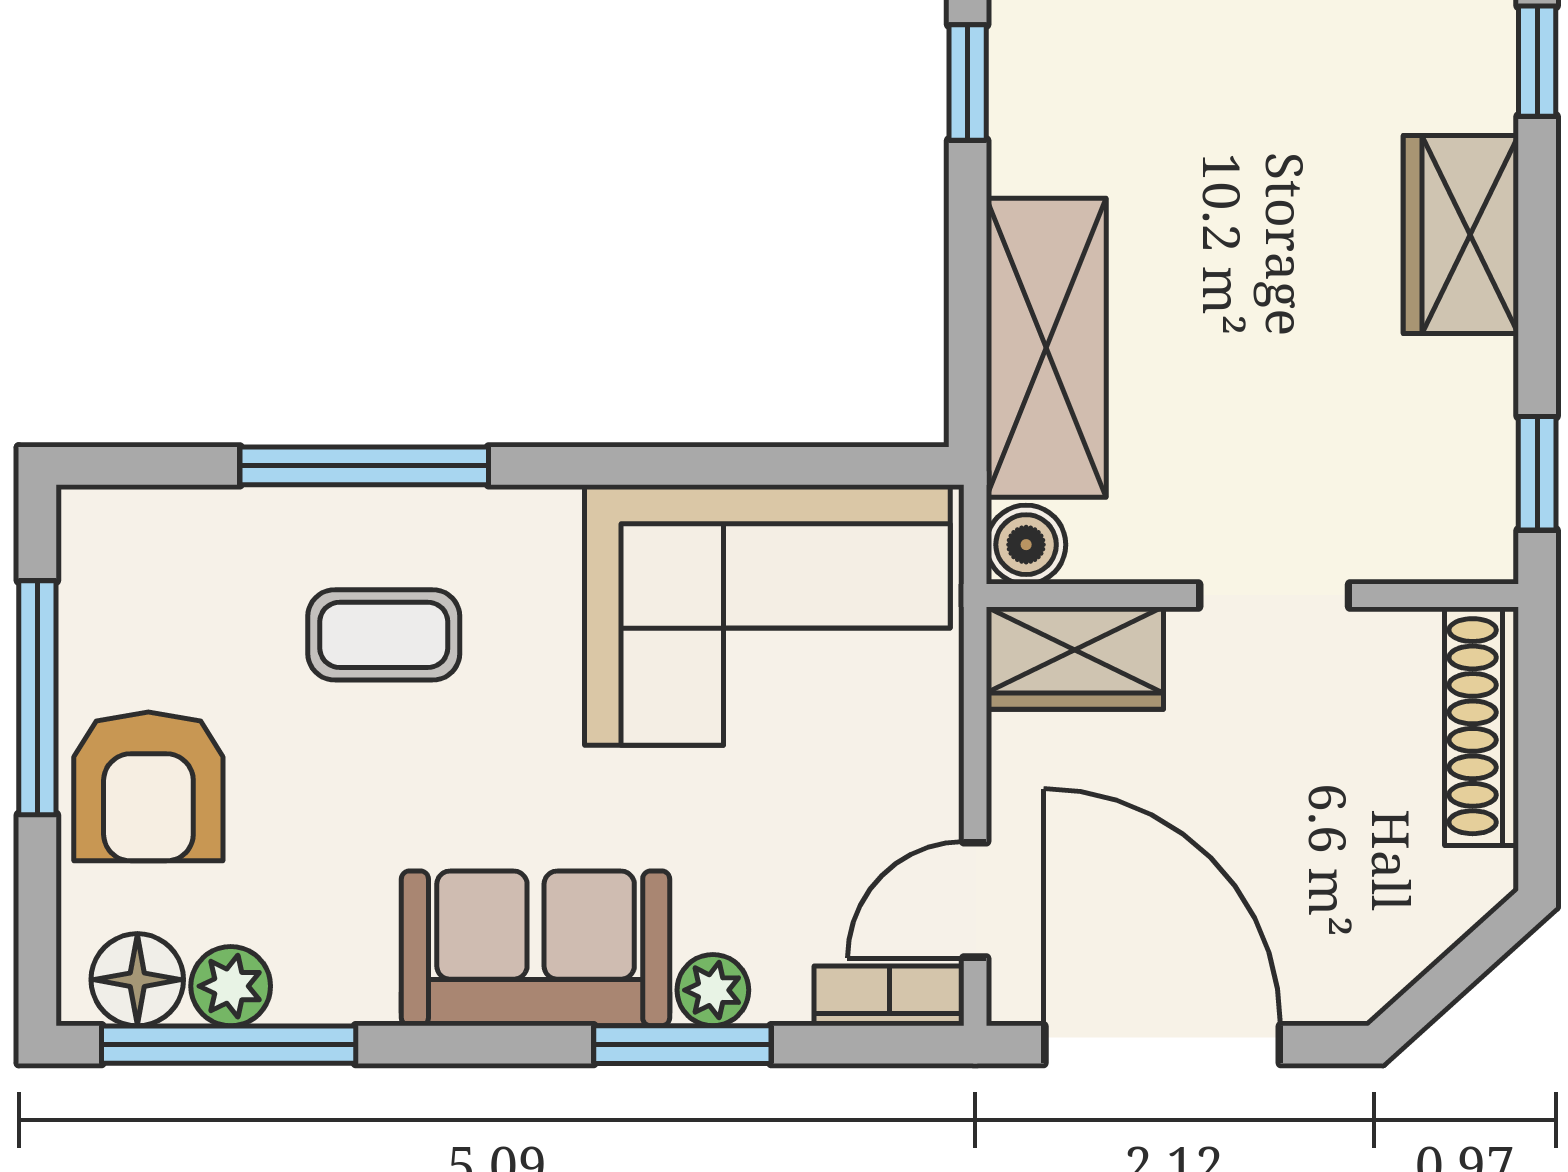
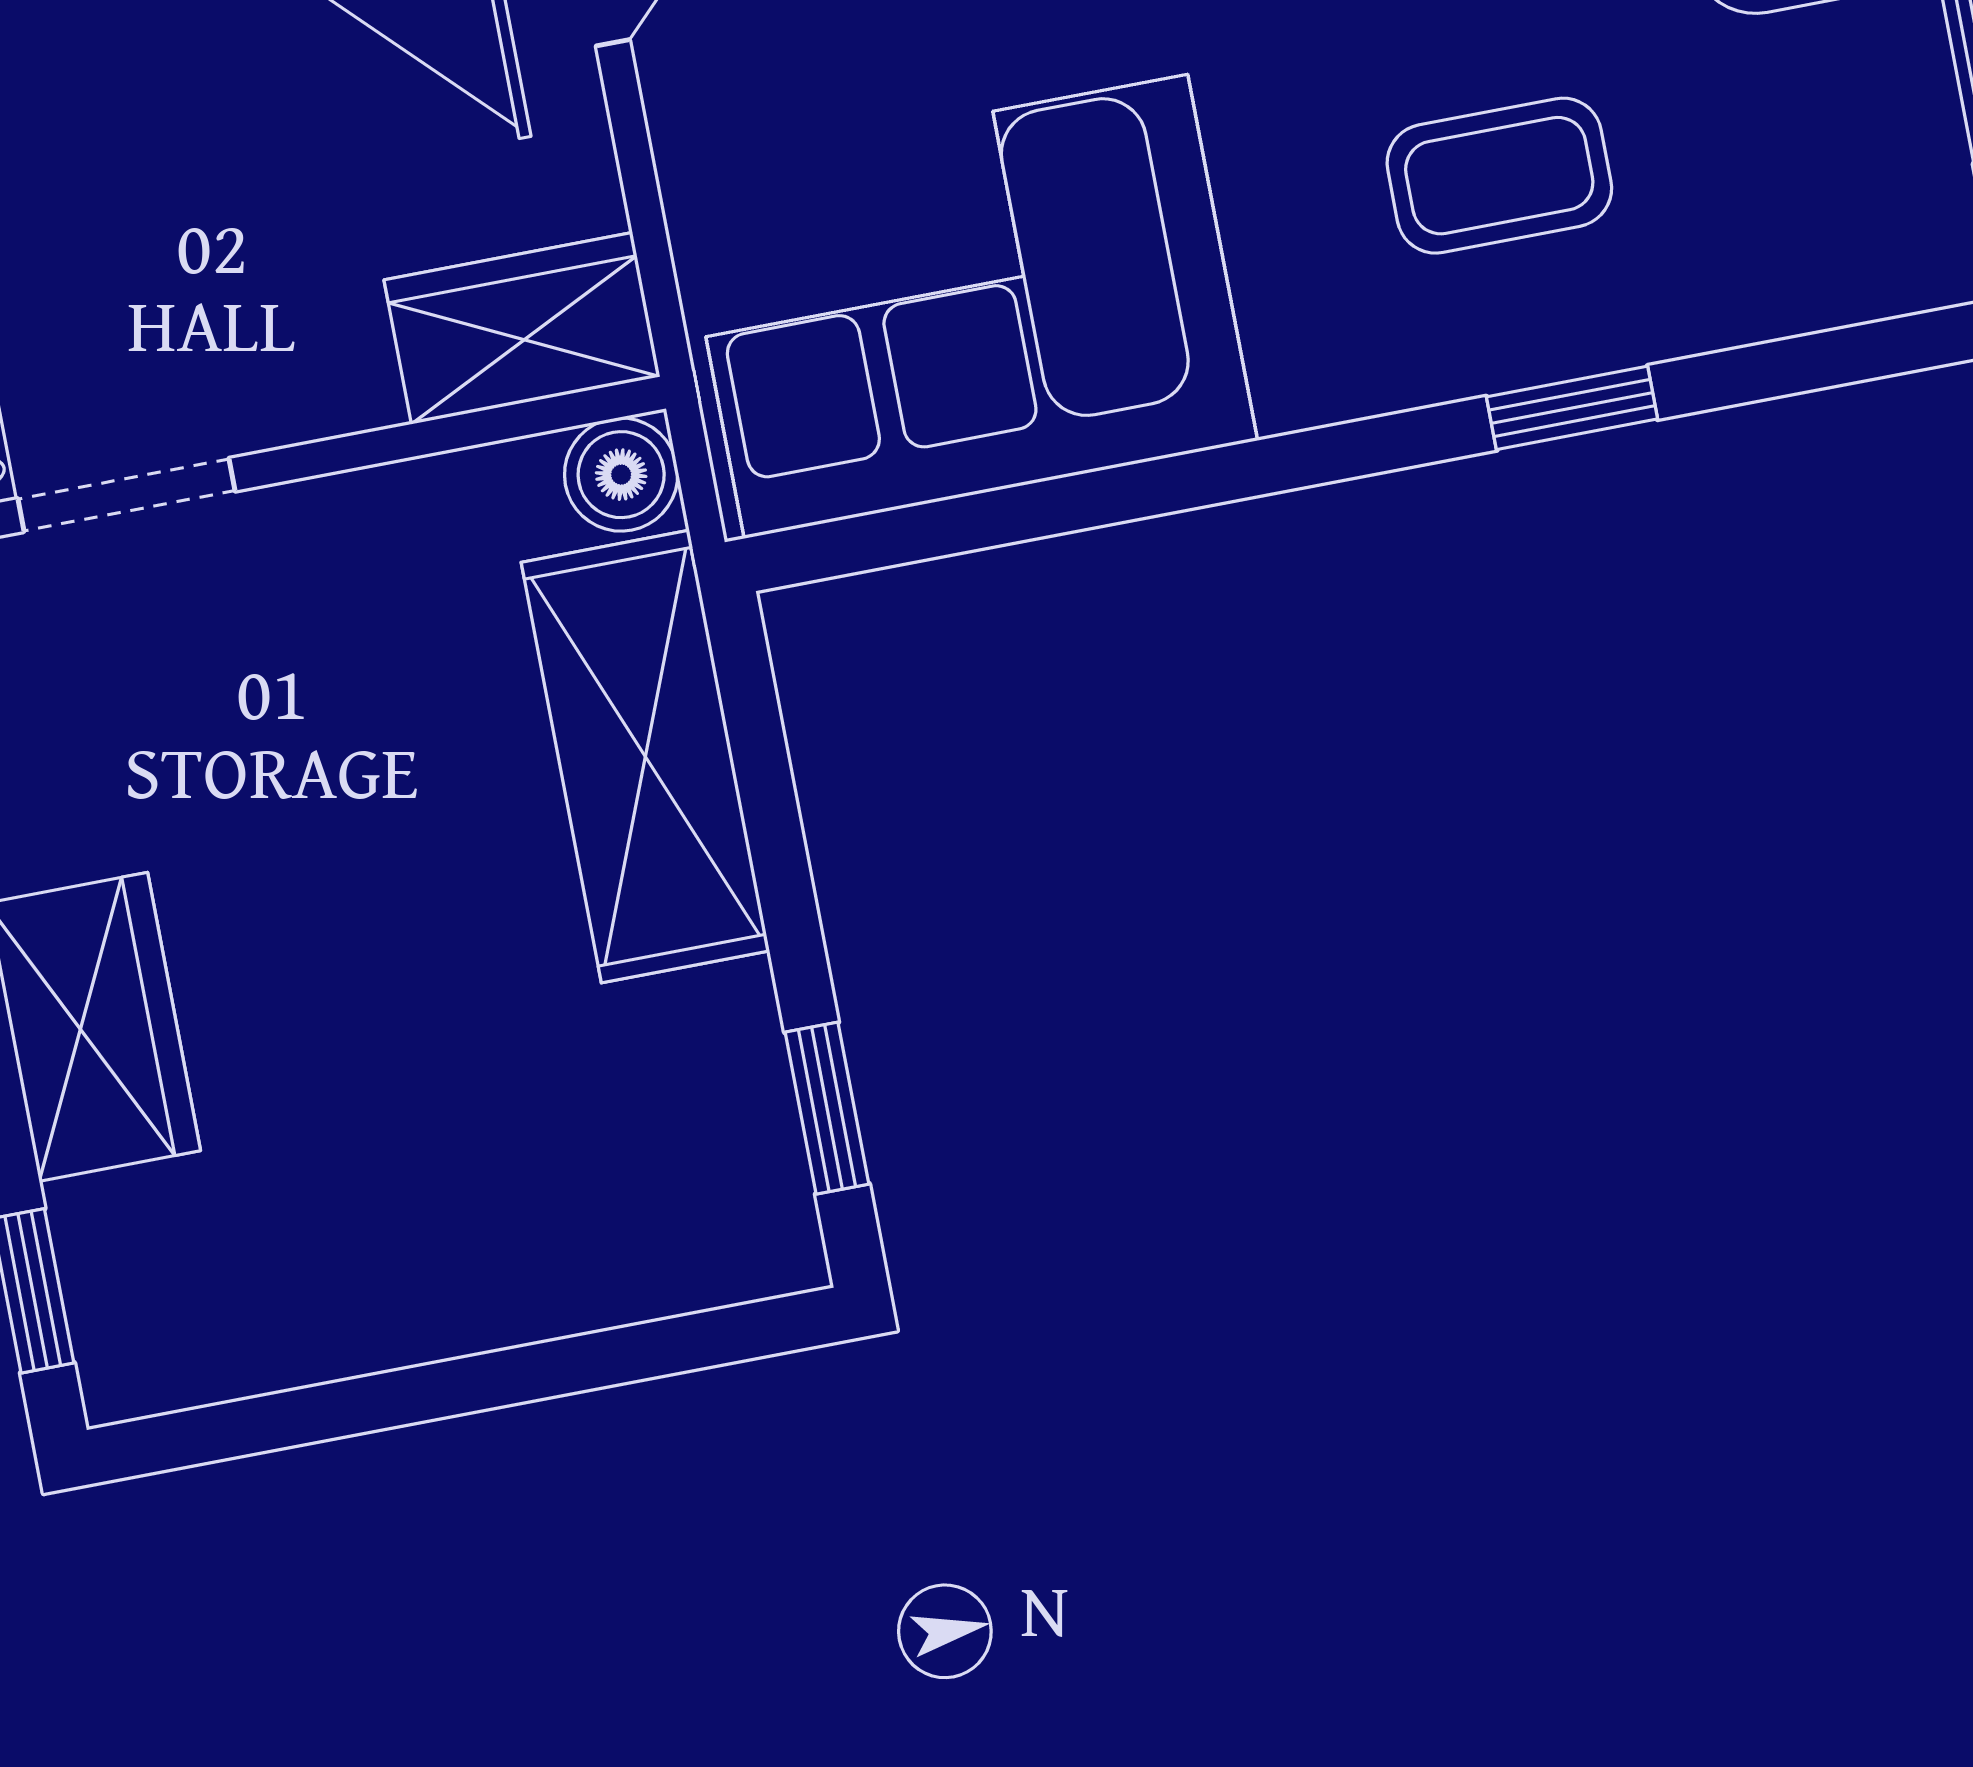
window: (364, 466) -> (1572, 408), width x0.46
doorway: (1274, 595) -> (126, 495), moved

